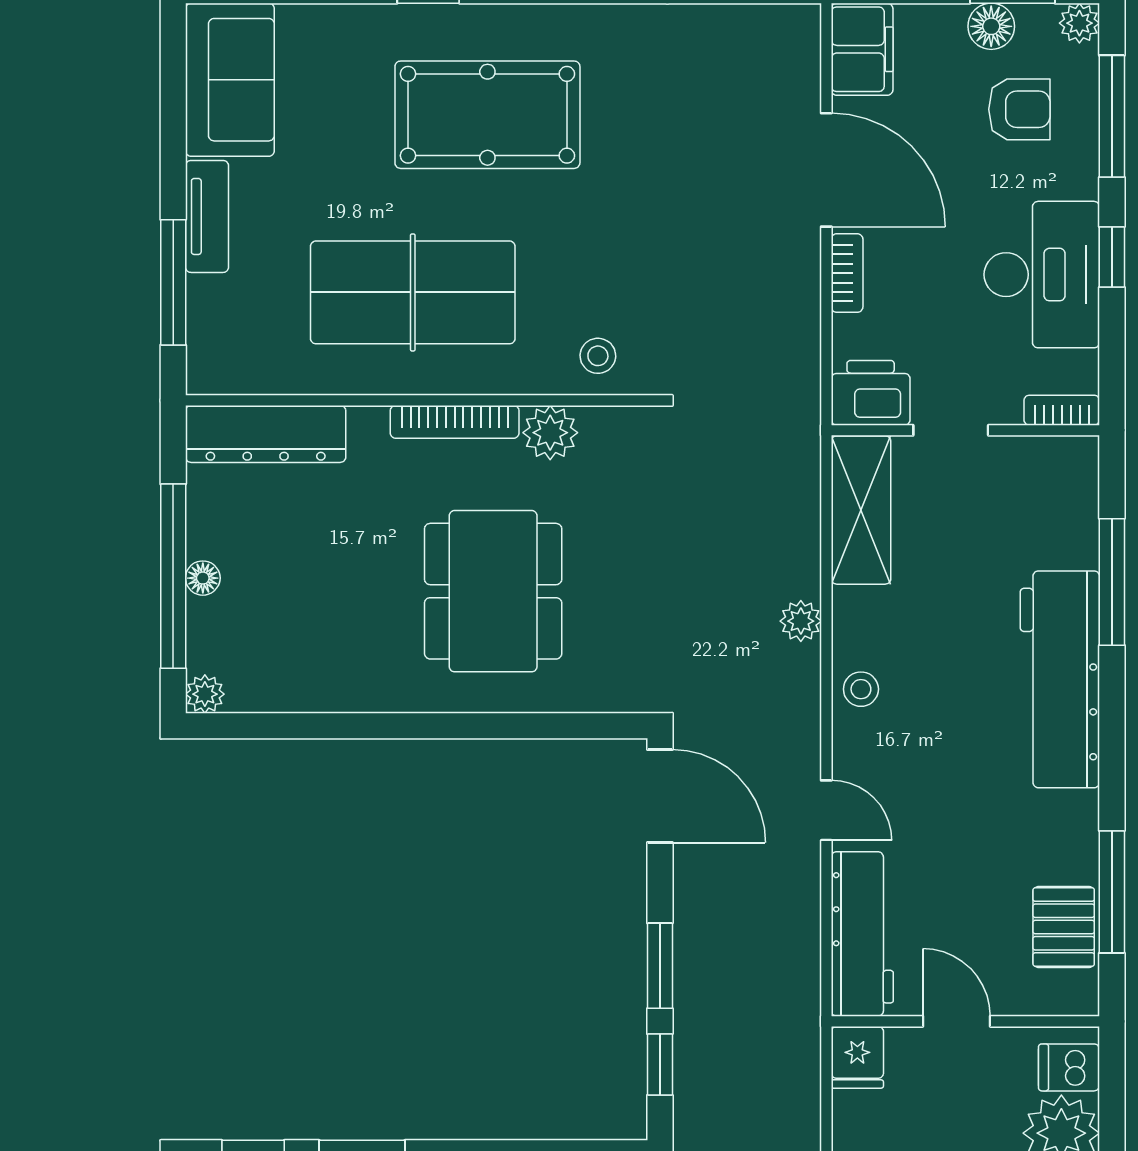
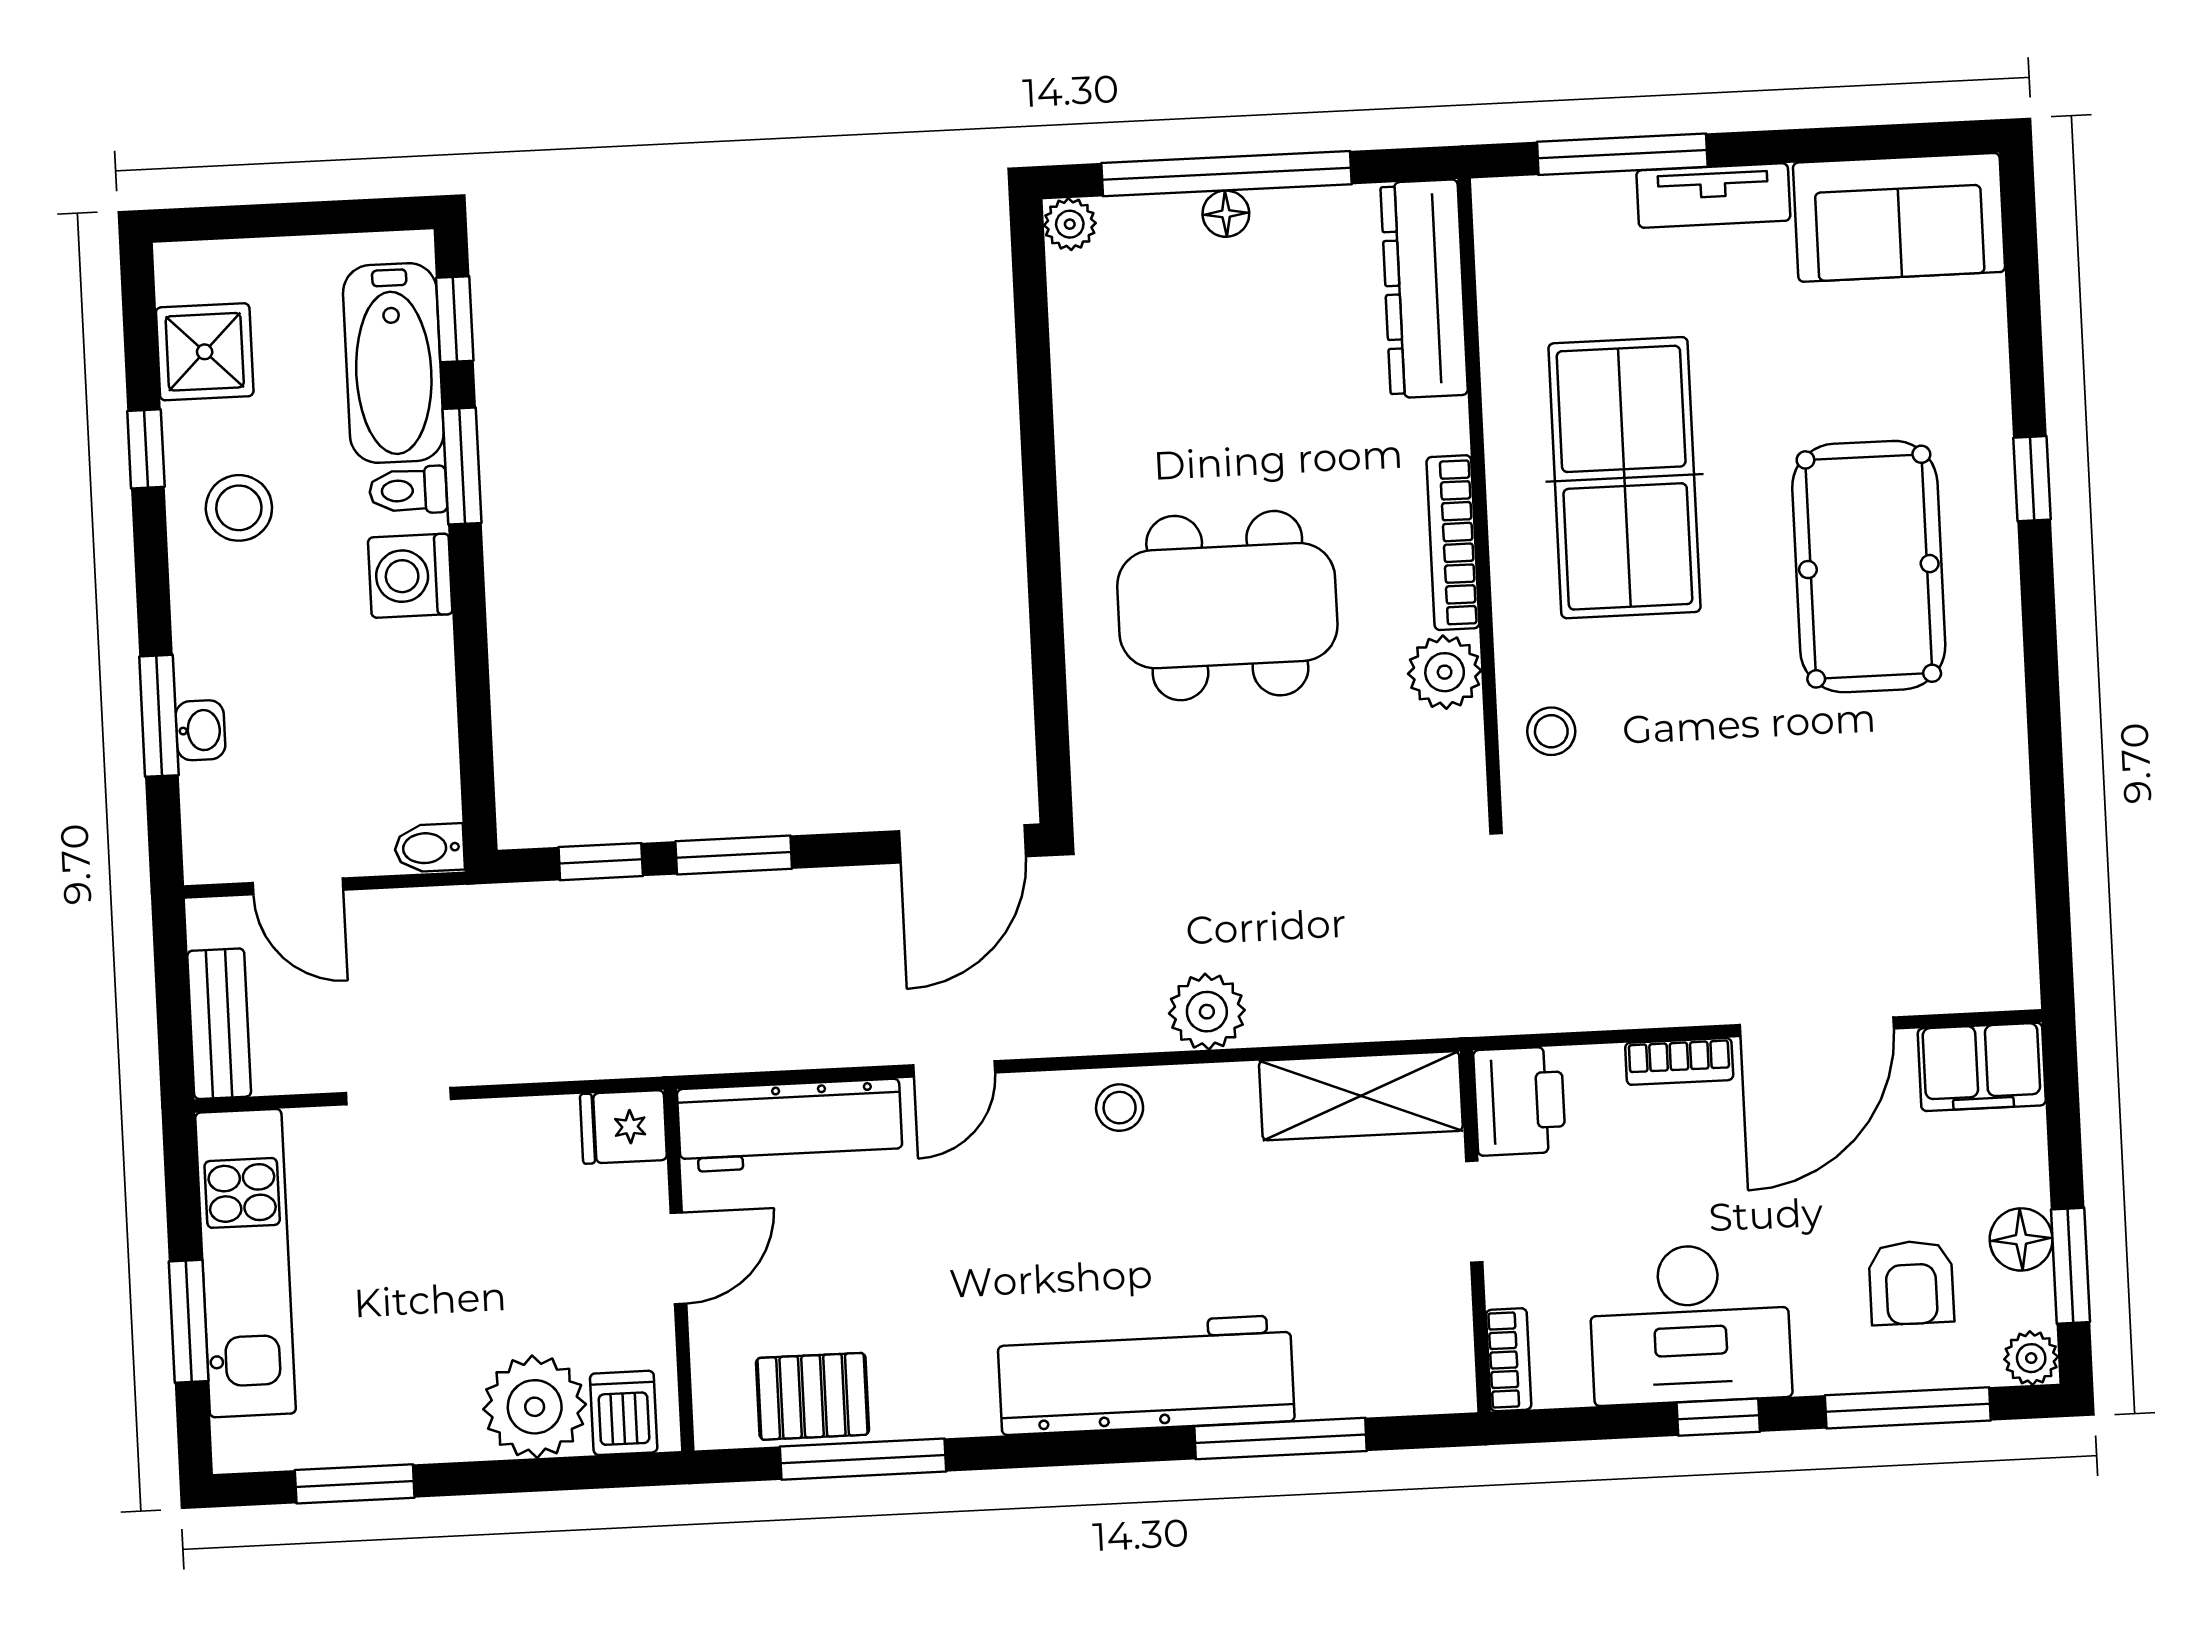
plant: (801, 621) -> (1207, 1012), width x1.38, depth x1.38

